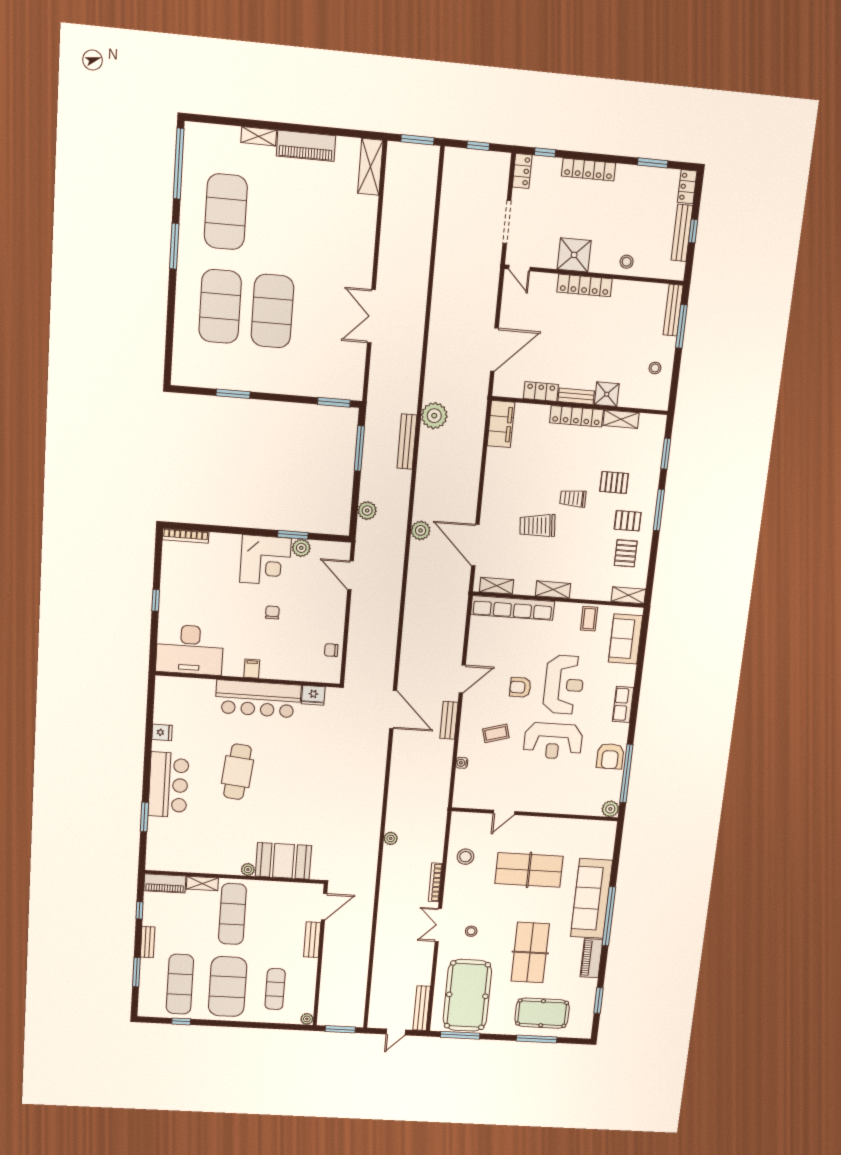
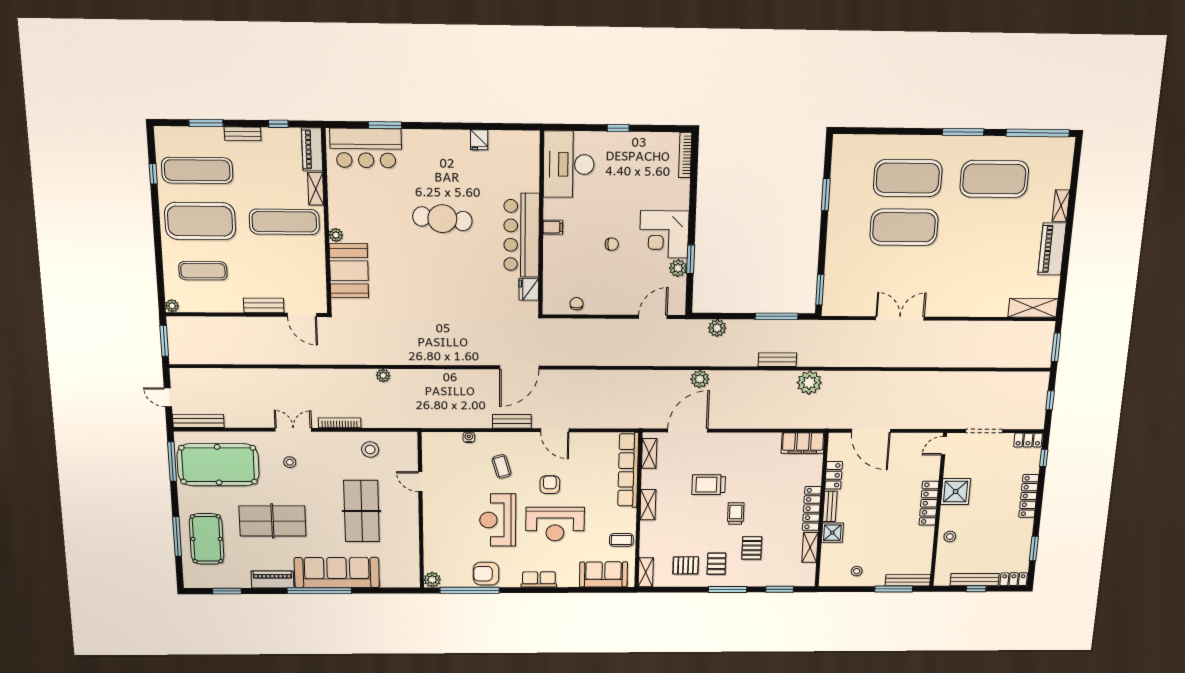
bench: (407, 442) -> (777, 360), width x0.73
trolley: (537, 526) -> (709, 485), turned -85
bar counter: (168, 785) -> (366, 148), moved

